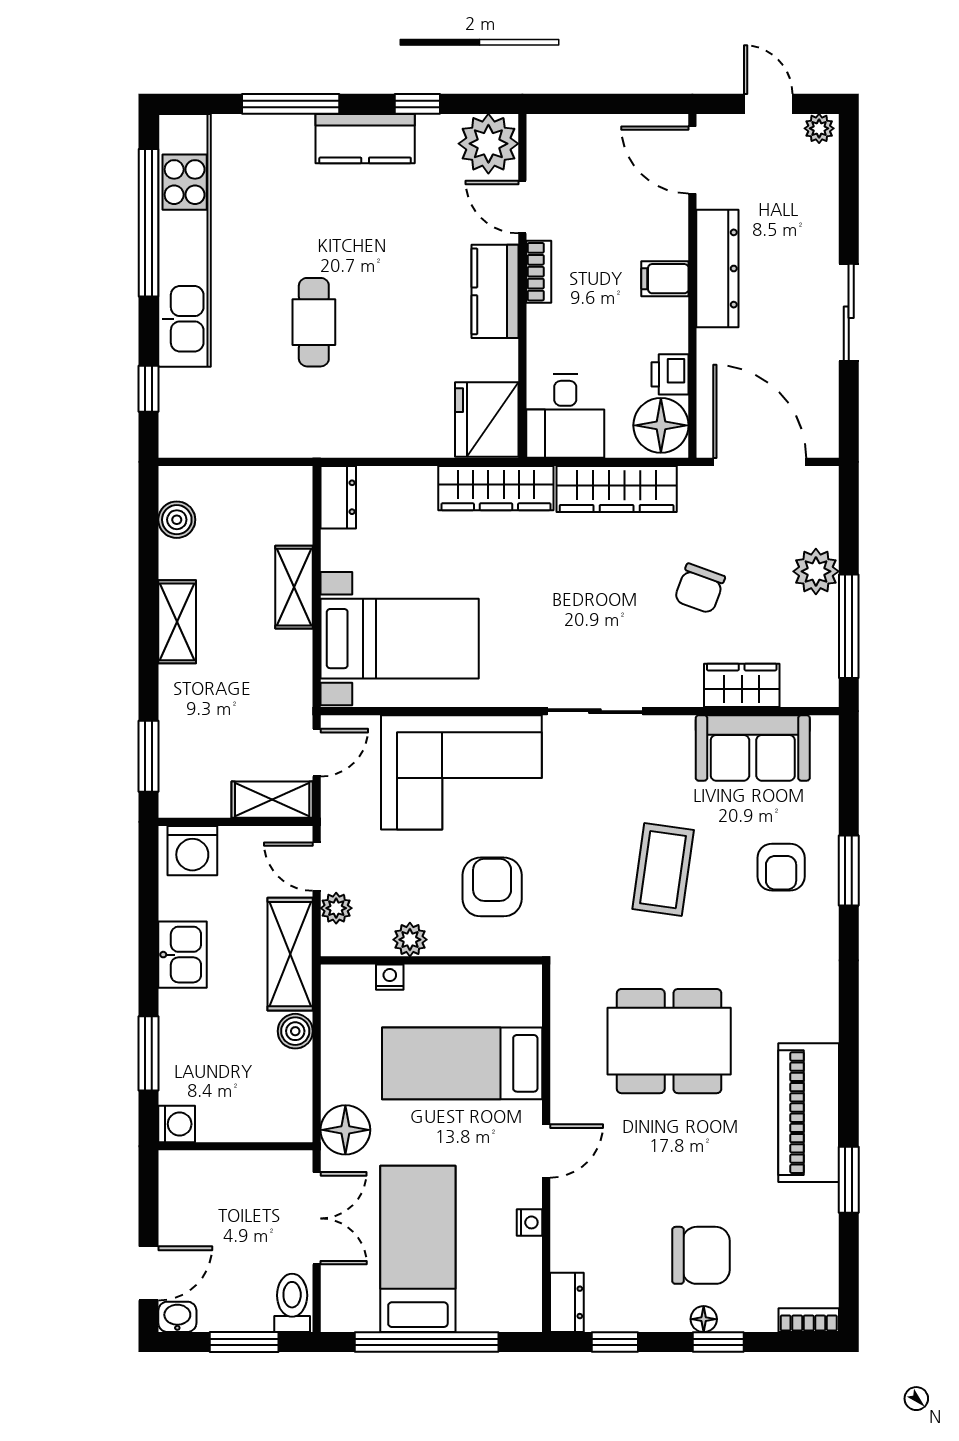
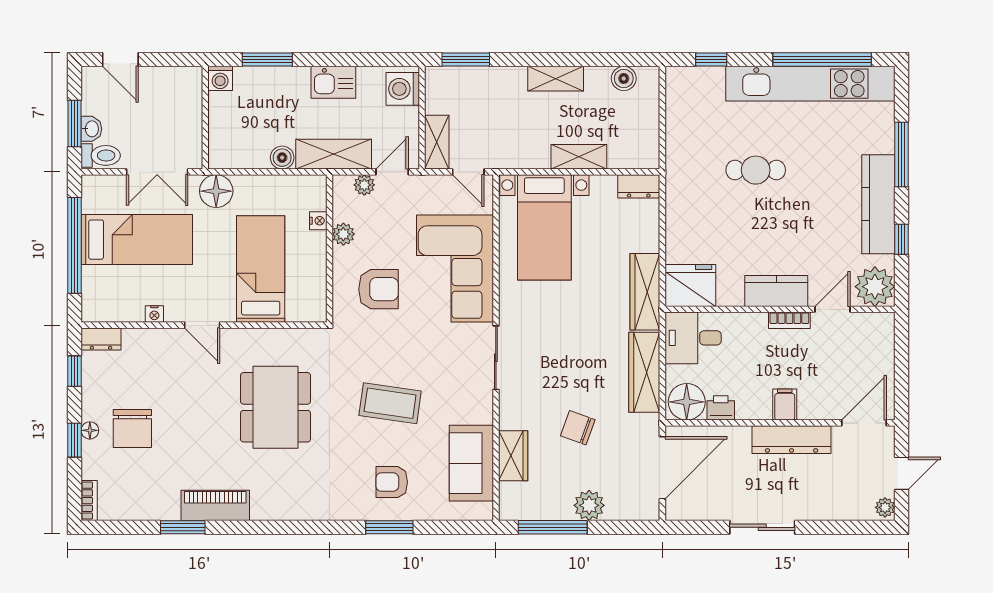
kitchen counter: (365, 139) -> (878, 204), width x1.50
piano: (809, 1113) -> (215, 505), width x0.73, depth x0.75
washbasin: (177, 1317) -> (91, 129), moved

